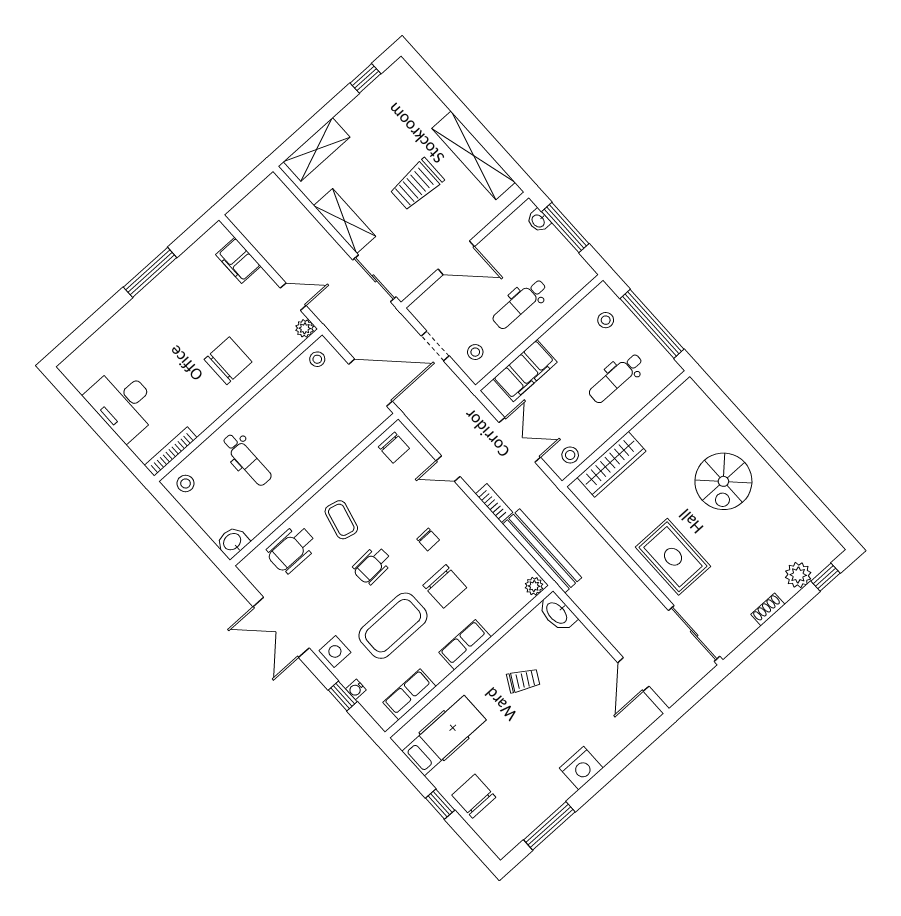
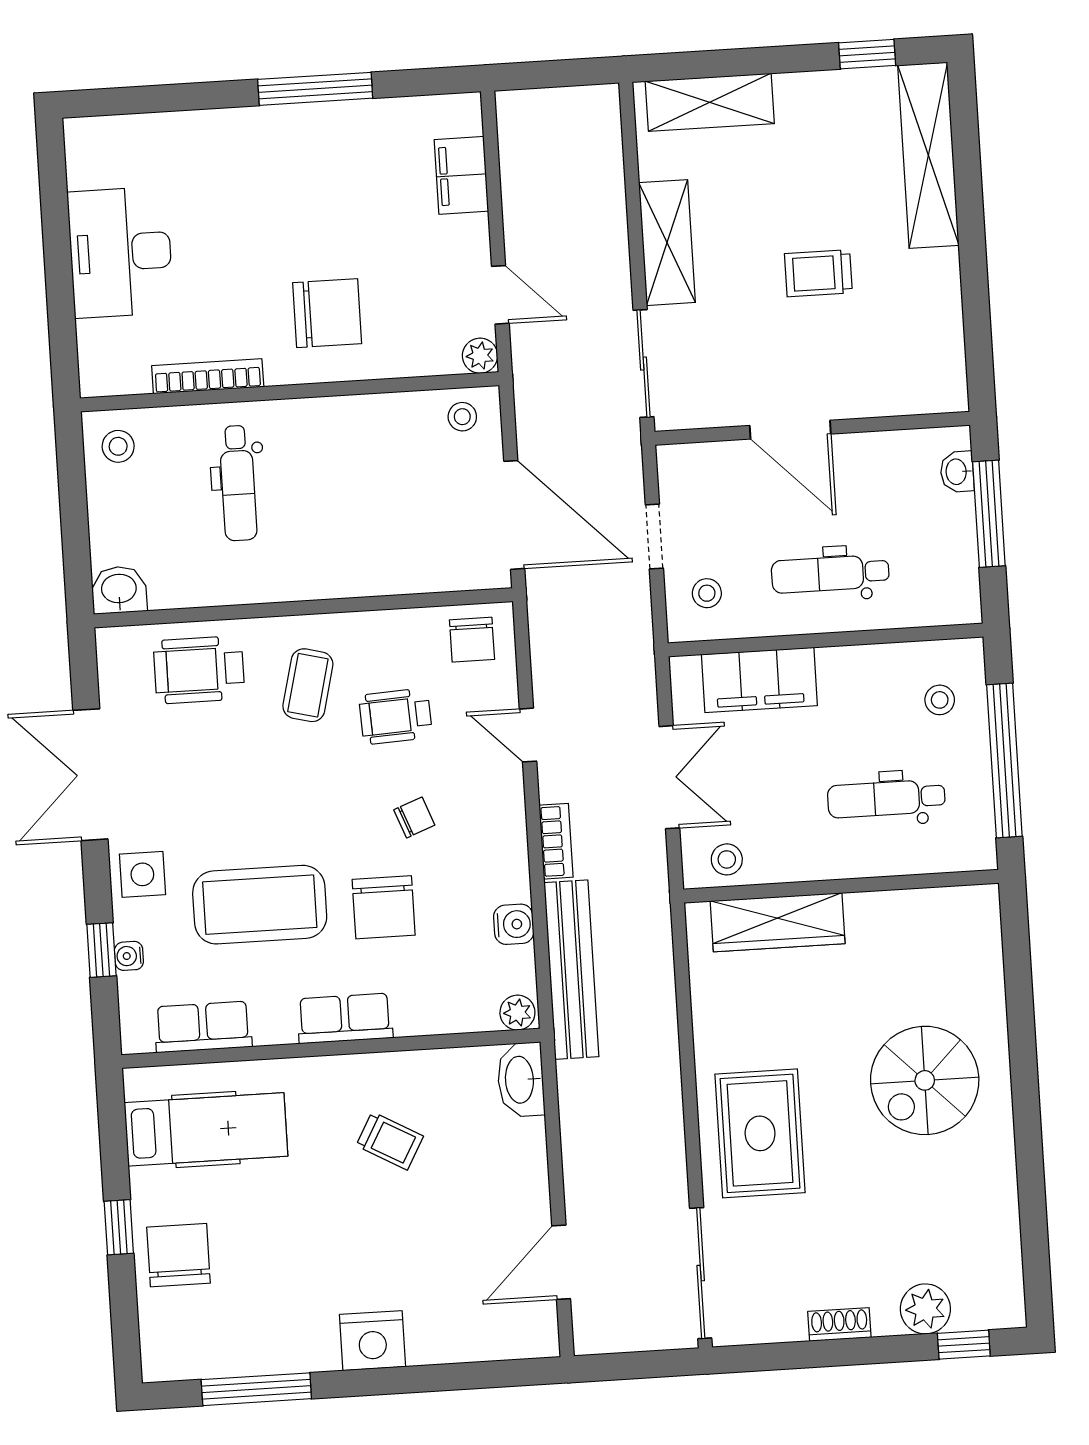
shelving: (474, 155) -> (928, 155), moved
trolley: (417, 184) -> (818, 273), width x0.73, depth x0.72
bookcase: (171, 451) -> (208, 376), moved
chair: (428, 539) -> (414, 817), turned -110
water cooler: (504, 551) -> (514, 924), added
wheelchair: (372, 565) -> (396, 716), moved

